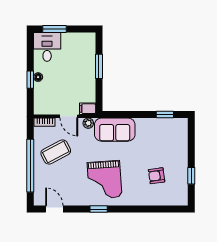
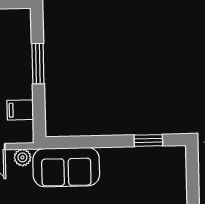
filing cabinet: (88, 109) -> (20, 110), moved

